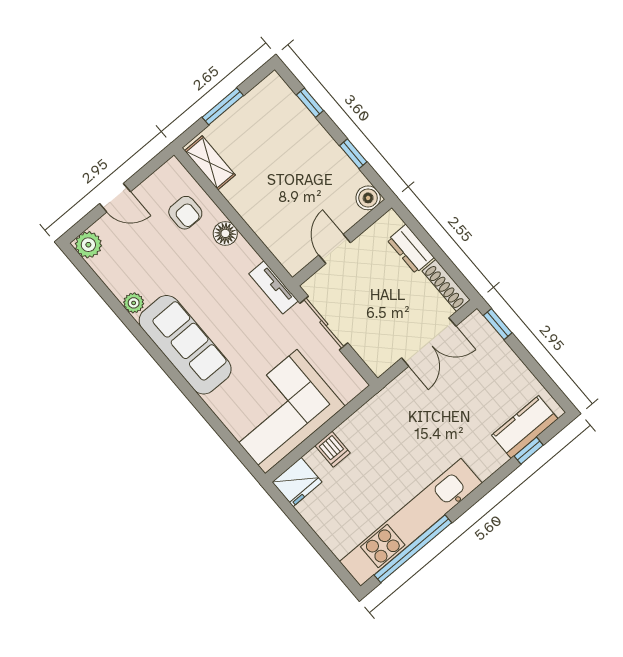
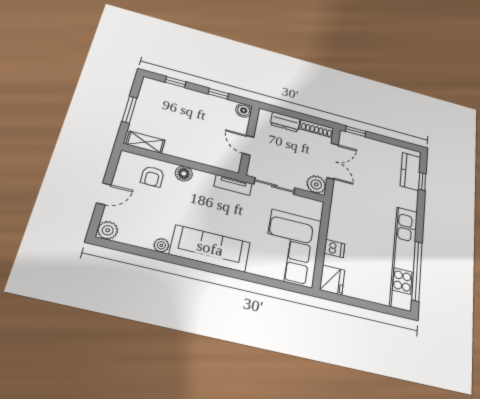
armchair: (185, 213) -> (152, 177), turned 90
plant: (379, 357) -> (316, 184), added

